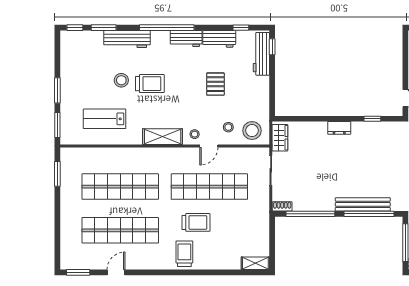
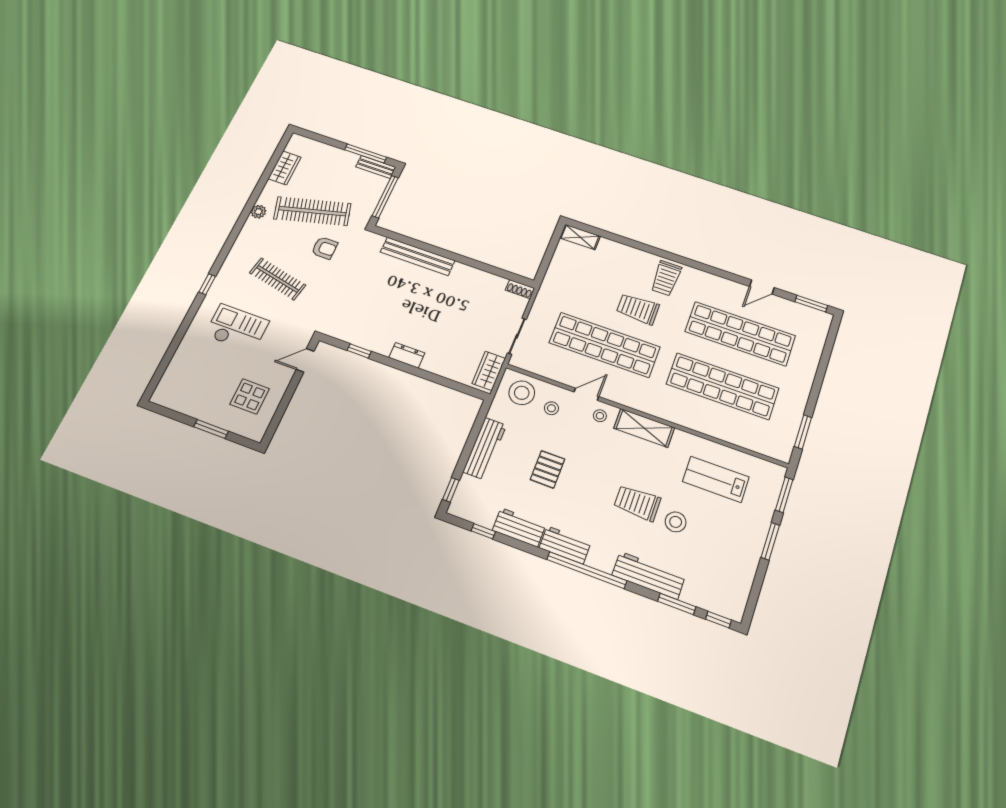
workbench: (261, 54) -> (485, 448), moved
lab bench: (105, 119) -> (716, 479), turned 180
window: (310, 214) -> (488, 268), removed
window: (369, 214) -> (415, 243), removed

